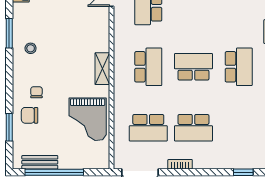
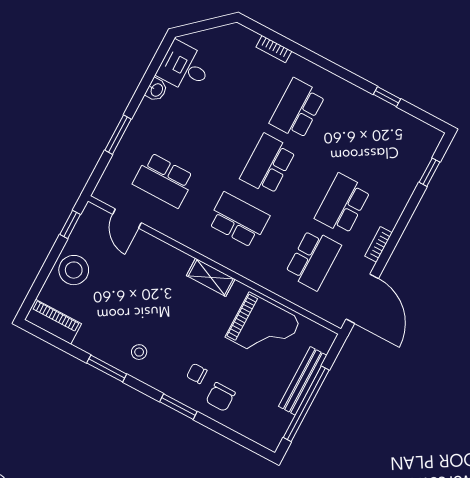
school desk: (239, 67) -> (297, 109), turned -90
window: (9, 127) -> (178, 407), moved
school desk: (193, 128) -> (343, 204), turned 180
bench: (40, 162) -> (303, 381), moved, width x1.36

